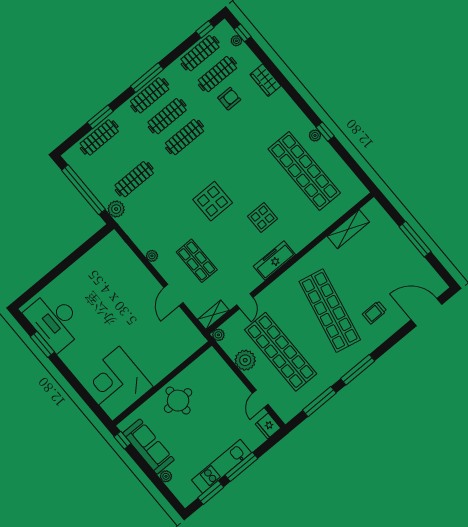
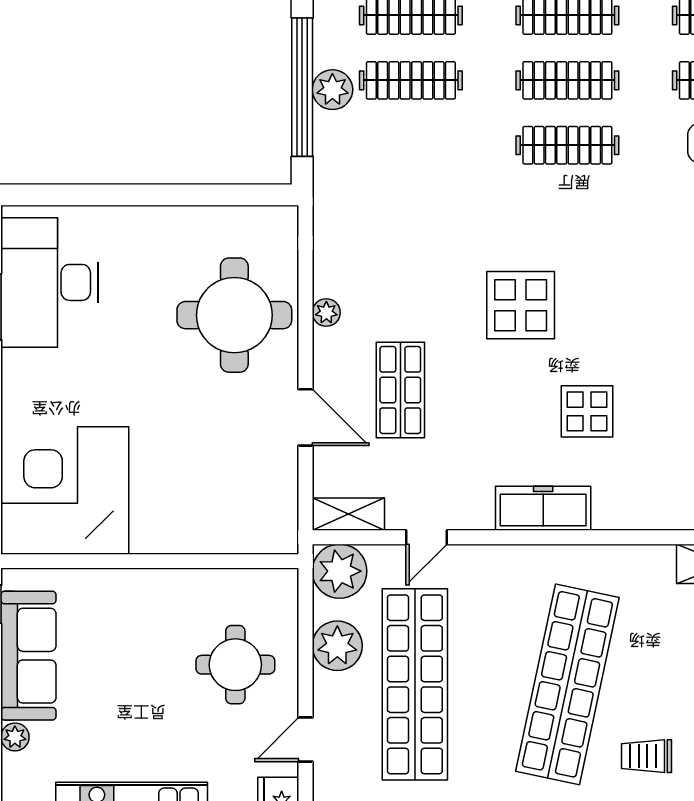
clothes rail: (134, 179) -> (411, 80), moved
plant: (116, 209) -> (332, 90), moved
round table: (123, 281) -> (234, 315), added
door: (174, 295) -> (306, 417), swing flipped
plant: (218, 335) -> (340, 571), width x1.87, depth x1.87
round table: (178, 401) -> (235, 665), moved

